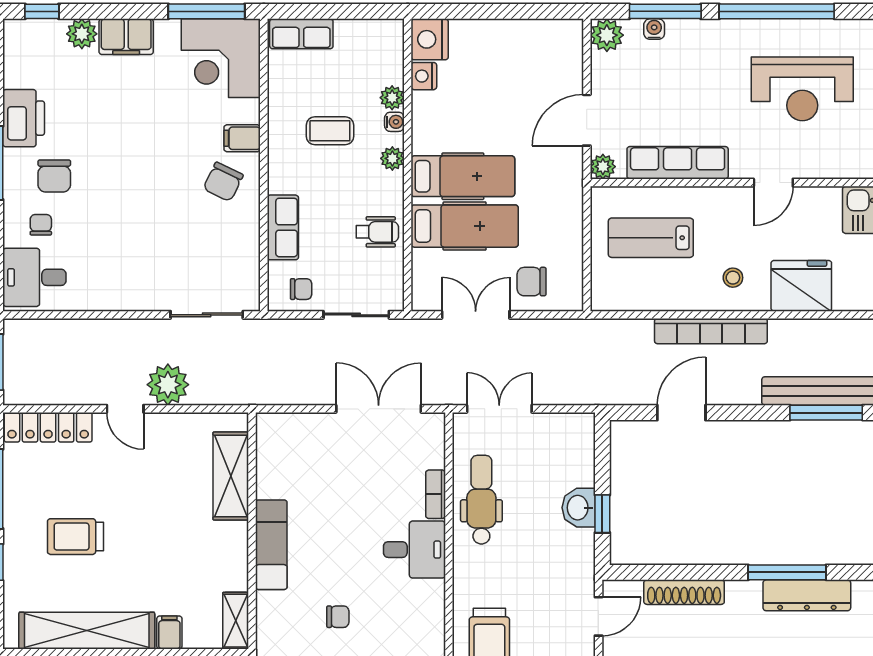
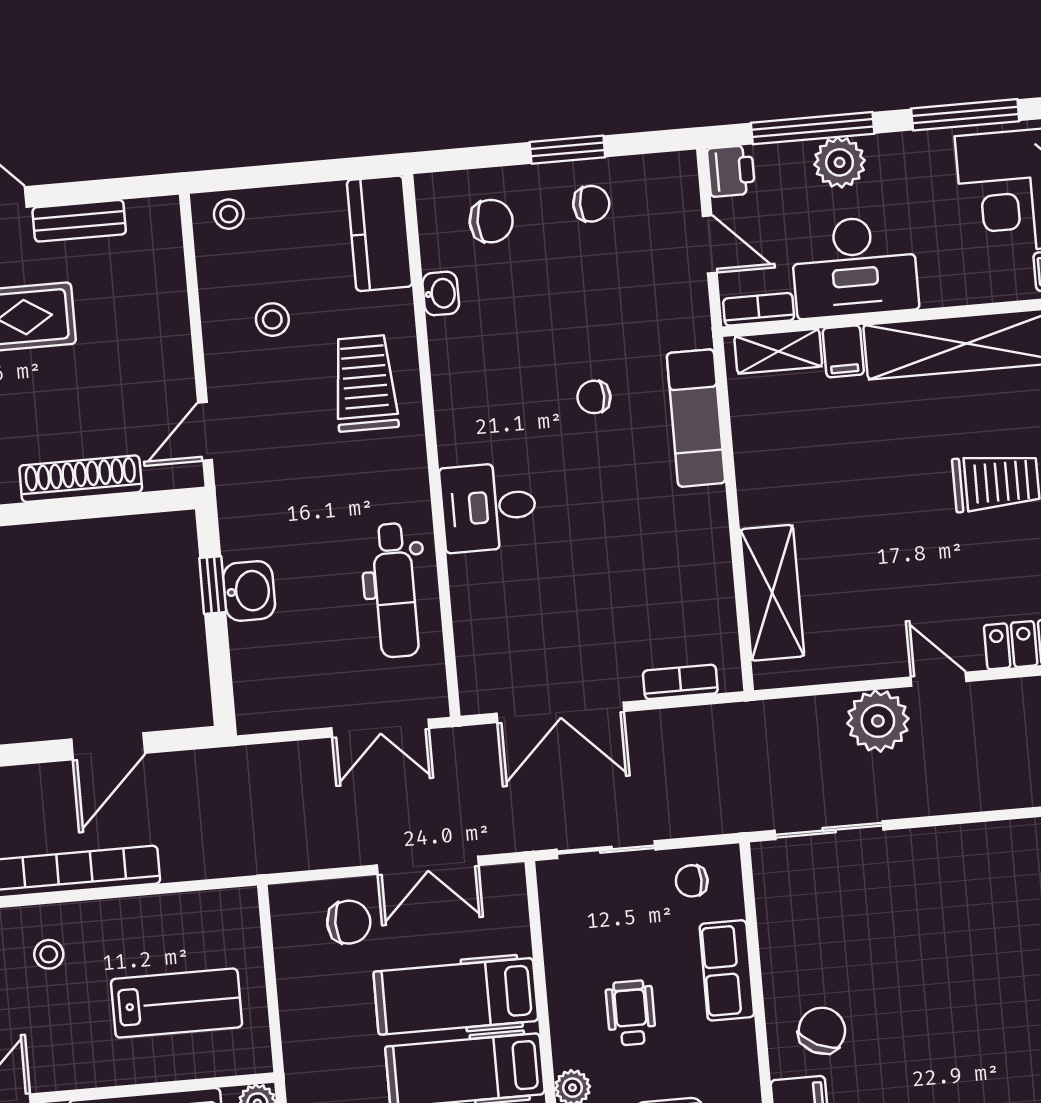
wheelchair: (377, 232) -> (631, 1013), moved, turned 90
bookcase: (436, 494) -> (680, 682), moved, turned -90
exam couch: (271, 545) -> (696, 418), moved
shelving: (236, 621) -> (778, 351), moved, turned 90

